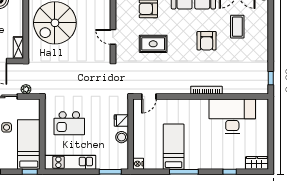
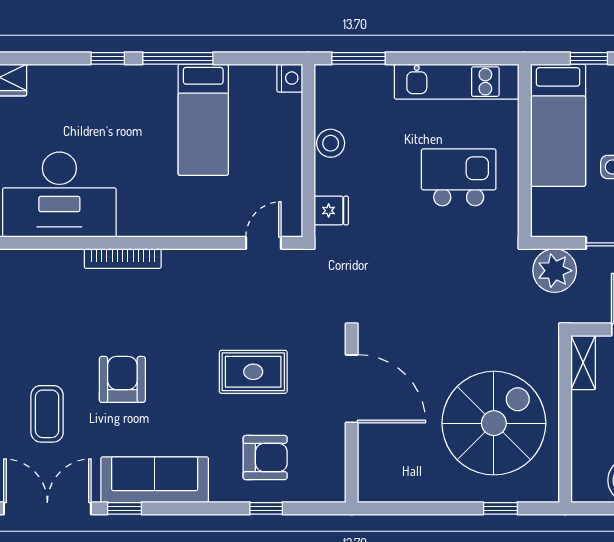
door: (113, 37) -> (352, 389), width x1.87
plant: (26, 89) -> (555, 271), width x1.87, depth x1.87
fridge: (121, 120) -> (331, 211), moved
window: (30, 172) -> (589, 58), moved
window: (230, 172) -> (108, 58), moved

